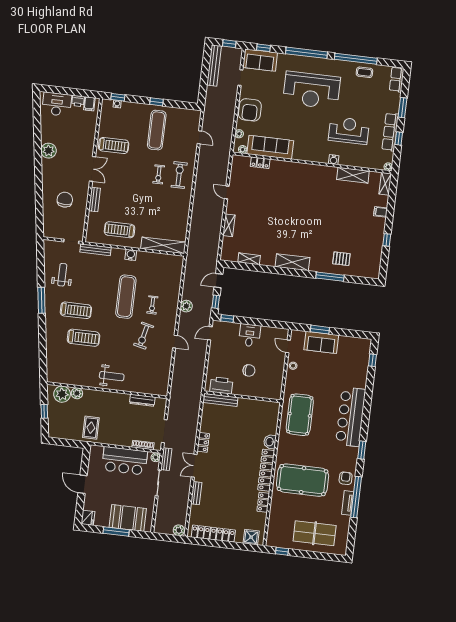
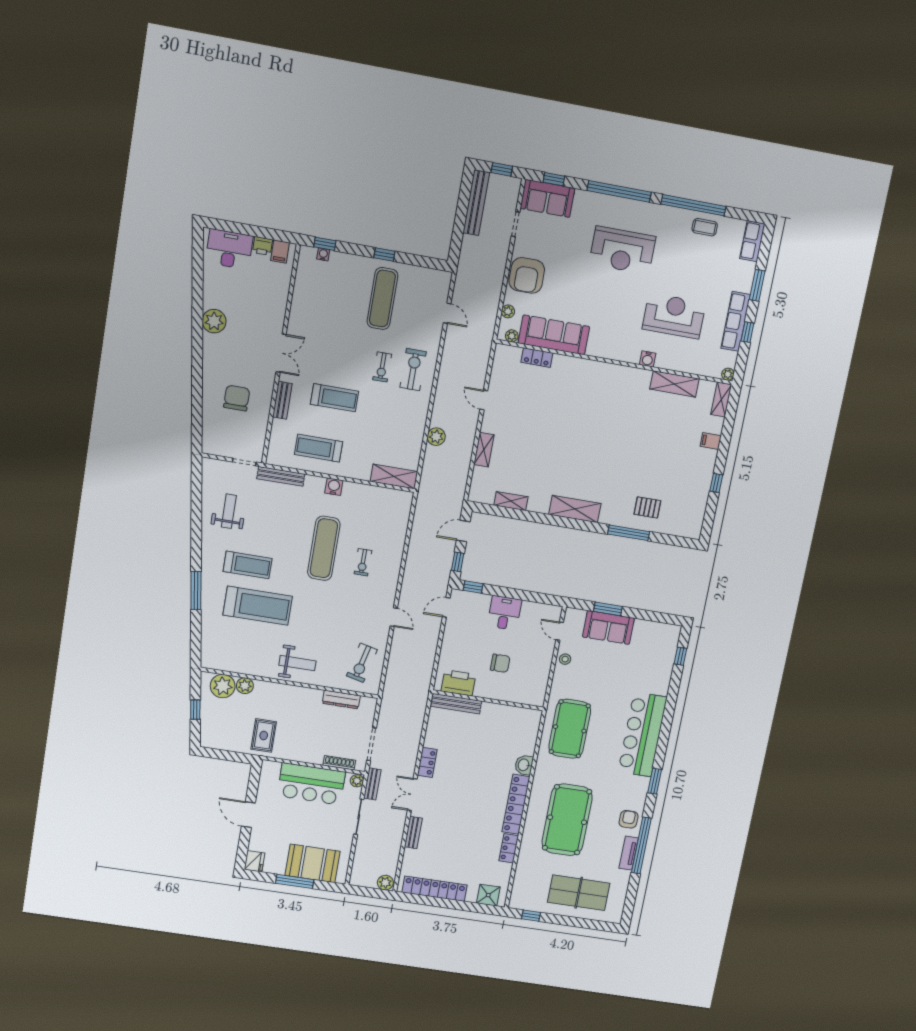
reception desk: (311, 90) -> (622, 250), width x0.74, depth x0.77
treadmill: (114, 145) -> (335, 398), moved
shelving: (163, 245) -> (394, 476), width x0.68
window: (41, 300) -> (196, 591), moved
plant: (186, 306) -> (436, 437), moved
exercise bike: (144, 336) -> (362, 663), moved
treadmill: (84, 338) -> (258, 606), width x1.37, depth x1.38
pool table: (303, 480) -> (567, 820), turned 90

